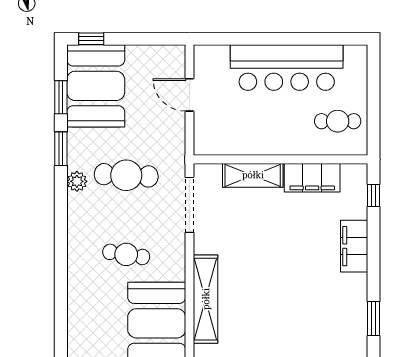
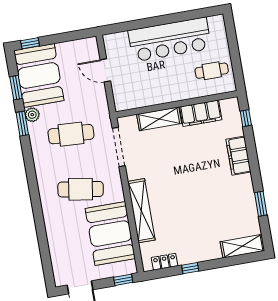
plant: (77, 181) -> (32, 115), moved
cafe table: (126, 254) -> (81, 189), width x1.37, depth x1.35

